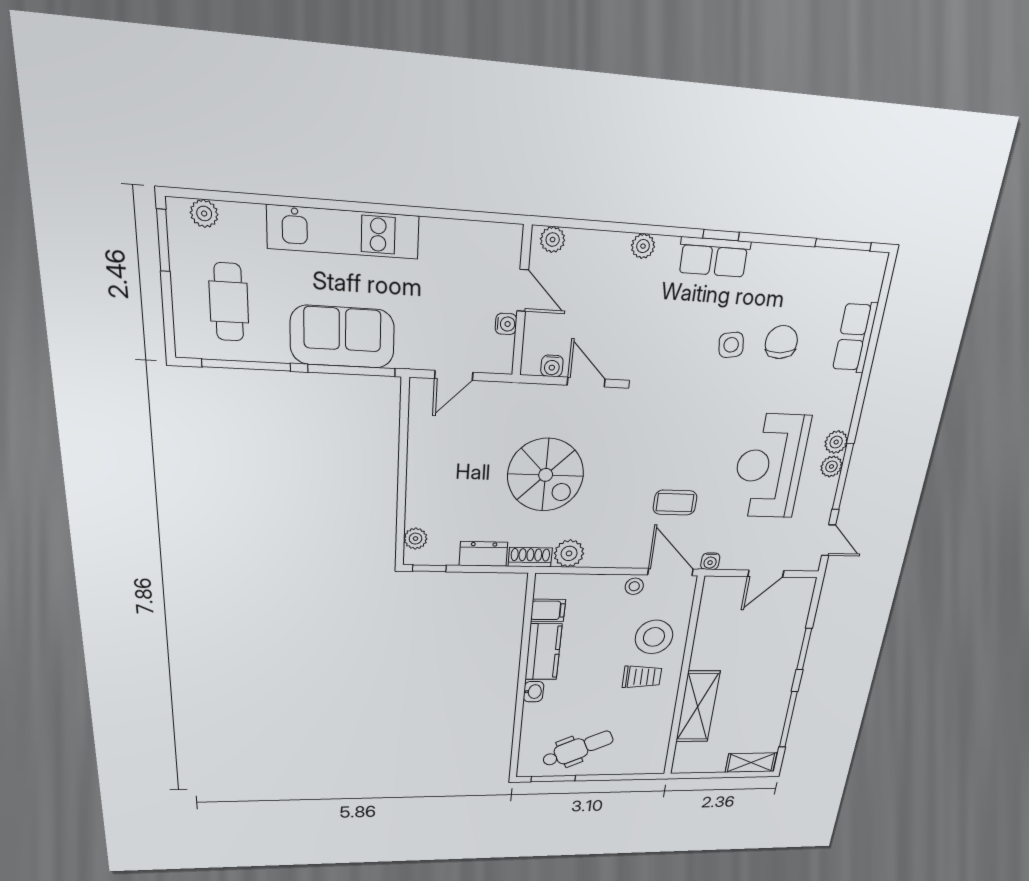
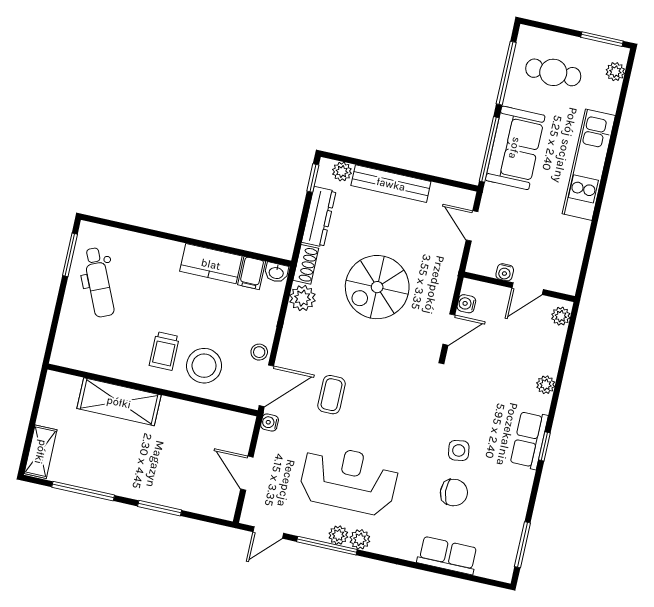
bench: (419, 481) -> (391, 184), added
dresser: (483, 554) -> (319, 217), width x1.44
washbasin: (533, 692) -> (276, 273), moved

